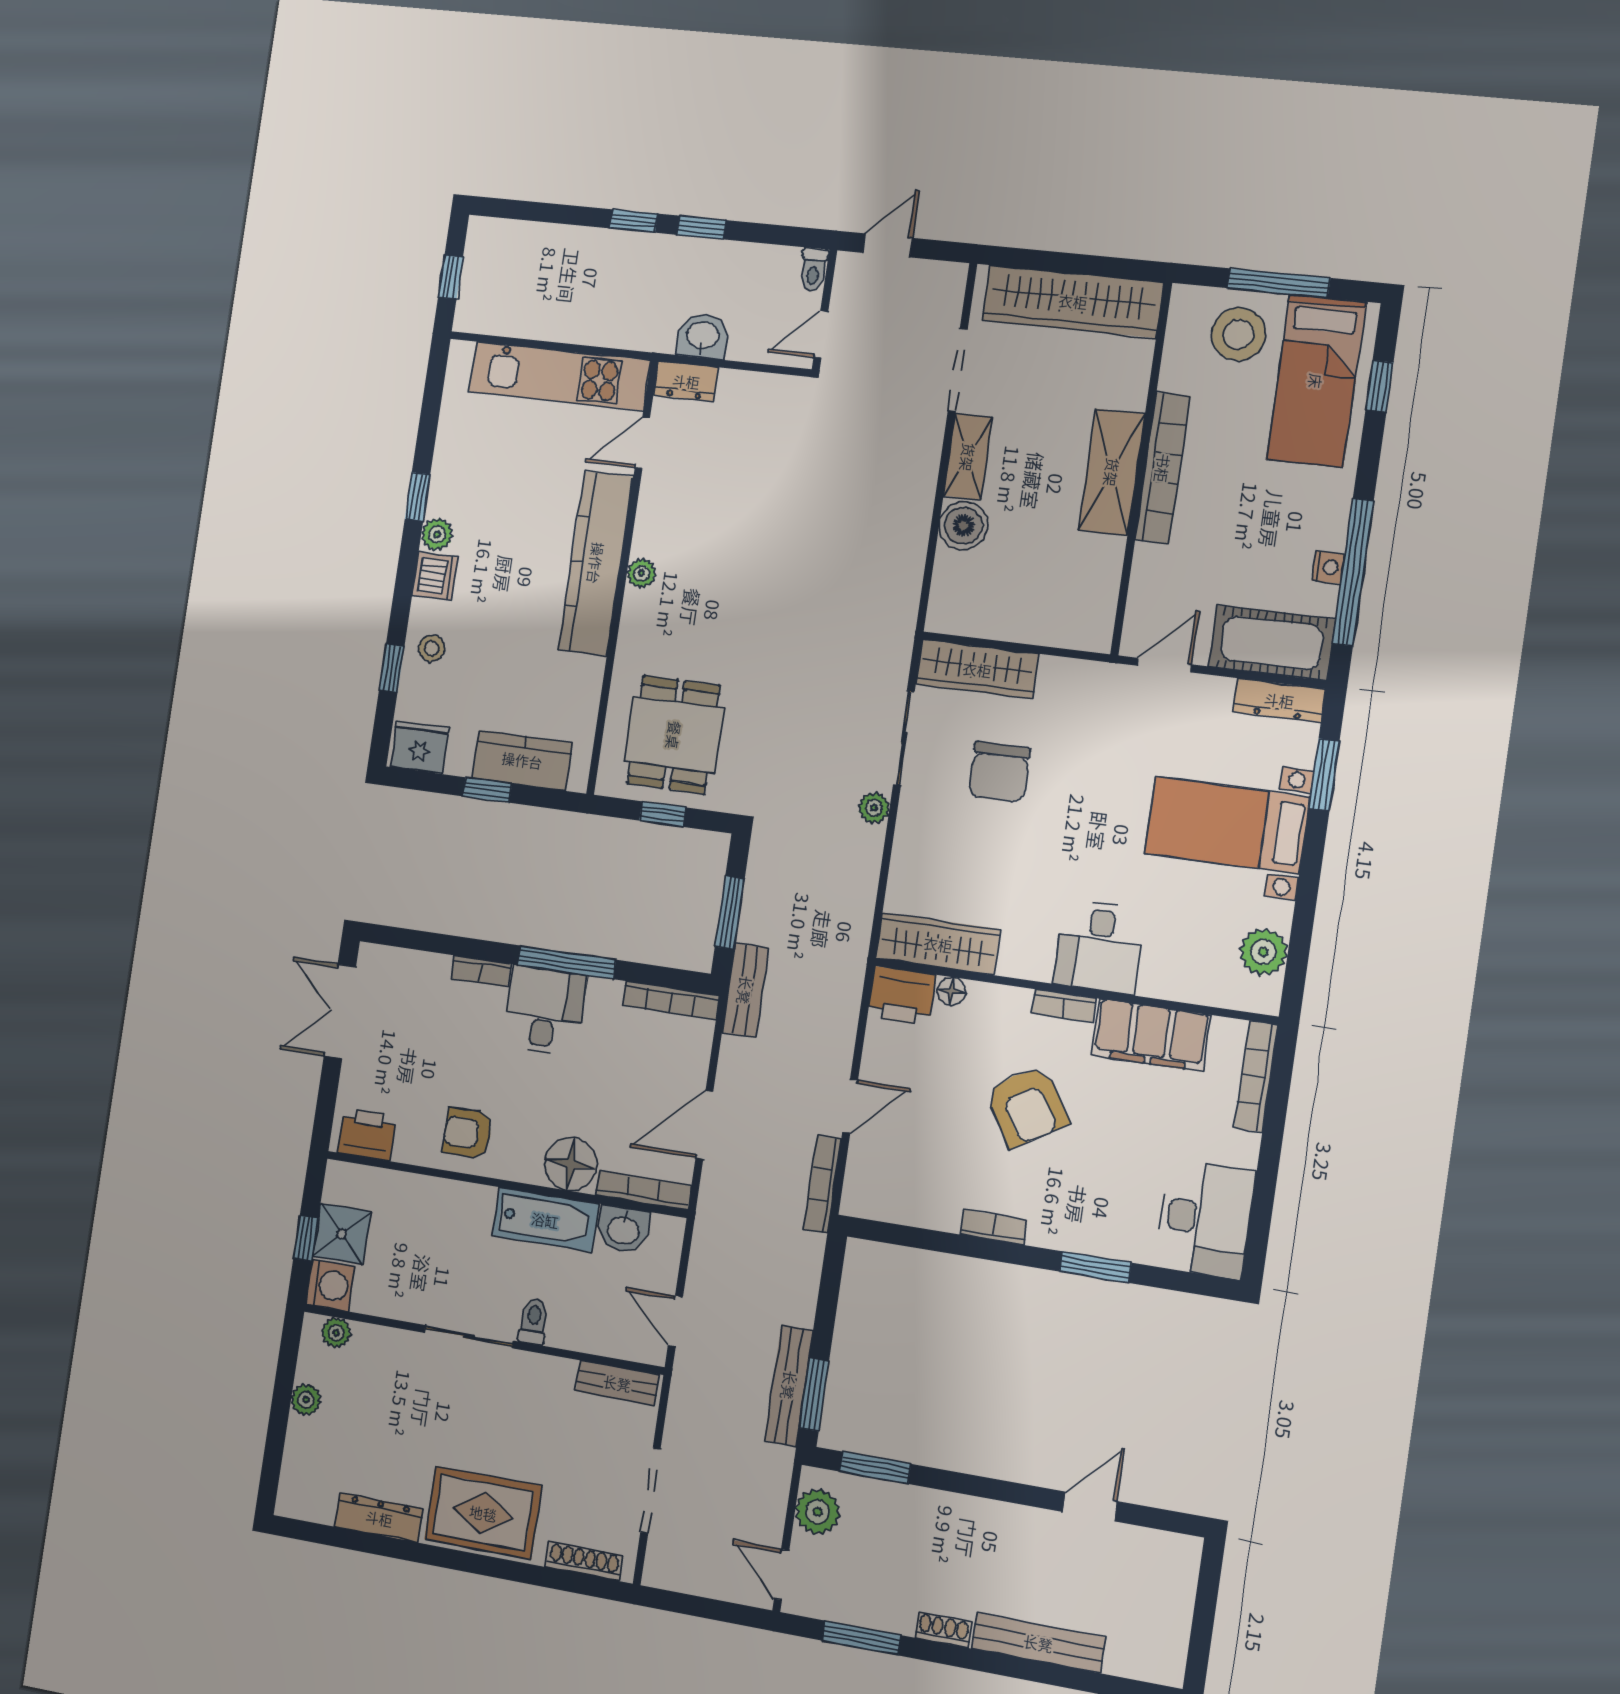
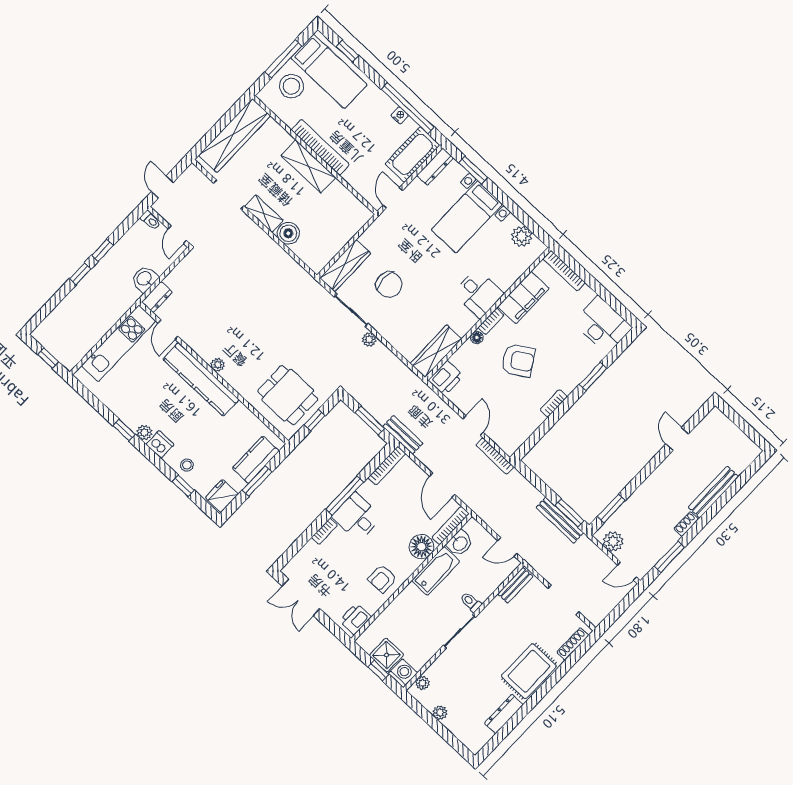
window: (487, 790) -> (257, 481), width x1.50
floor lamp: (951, 991) -> (477, 337), moved

